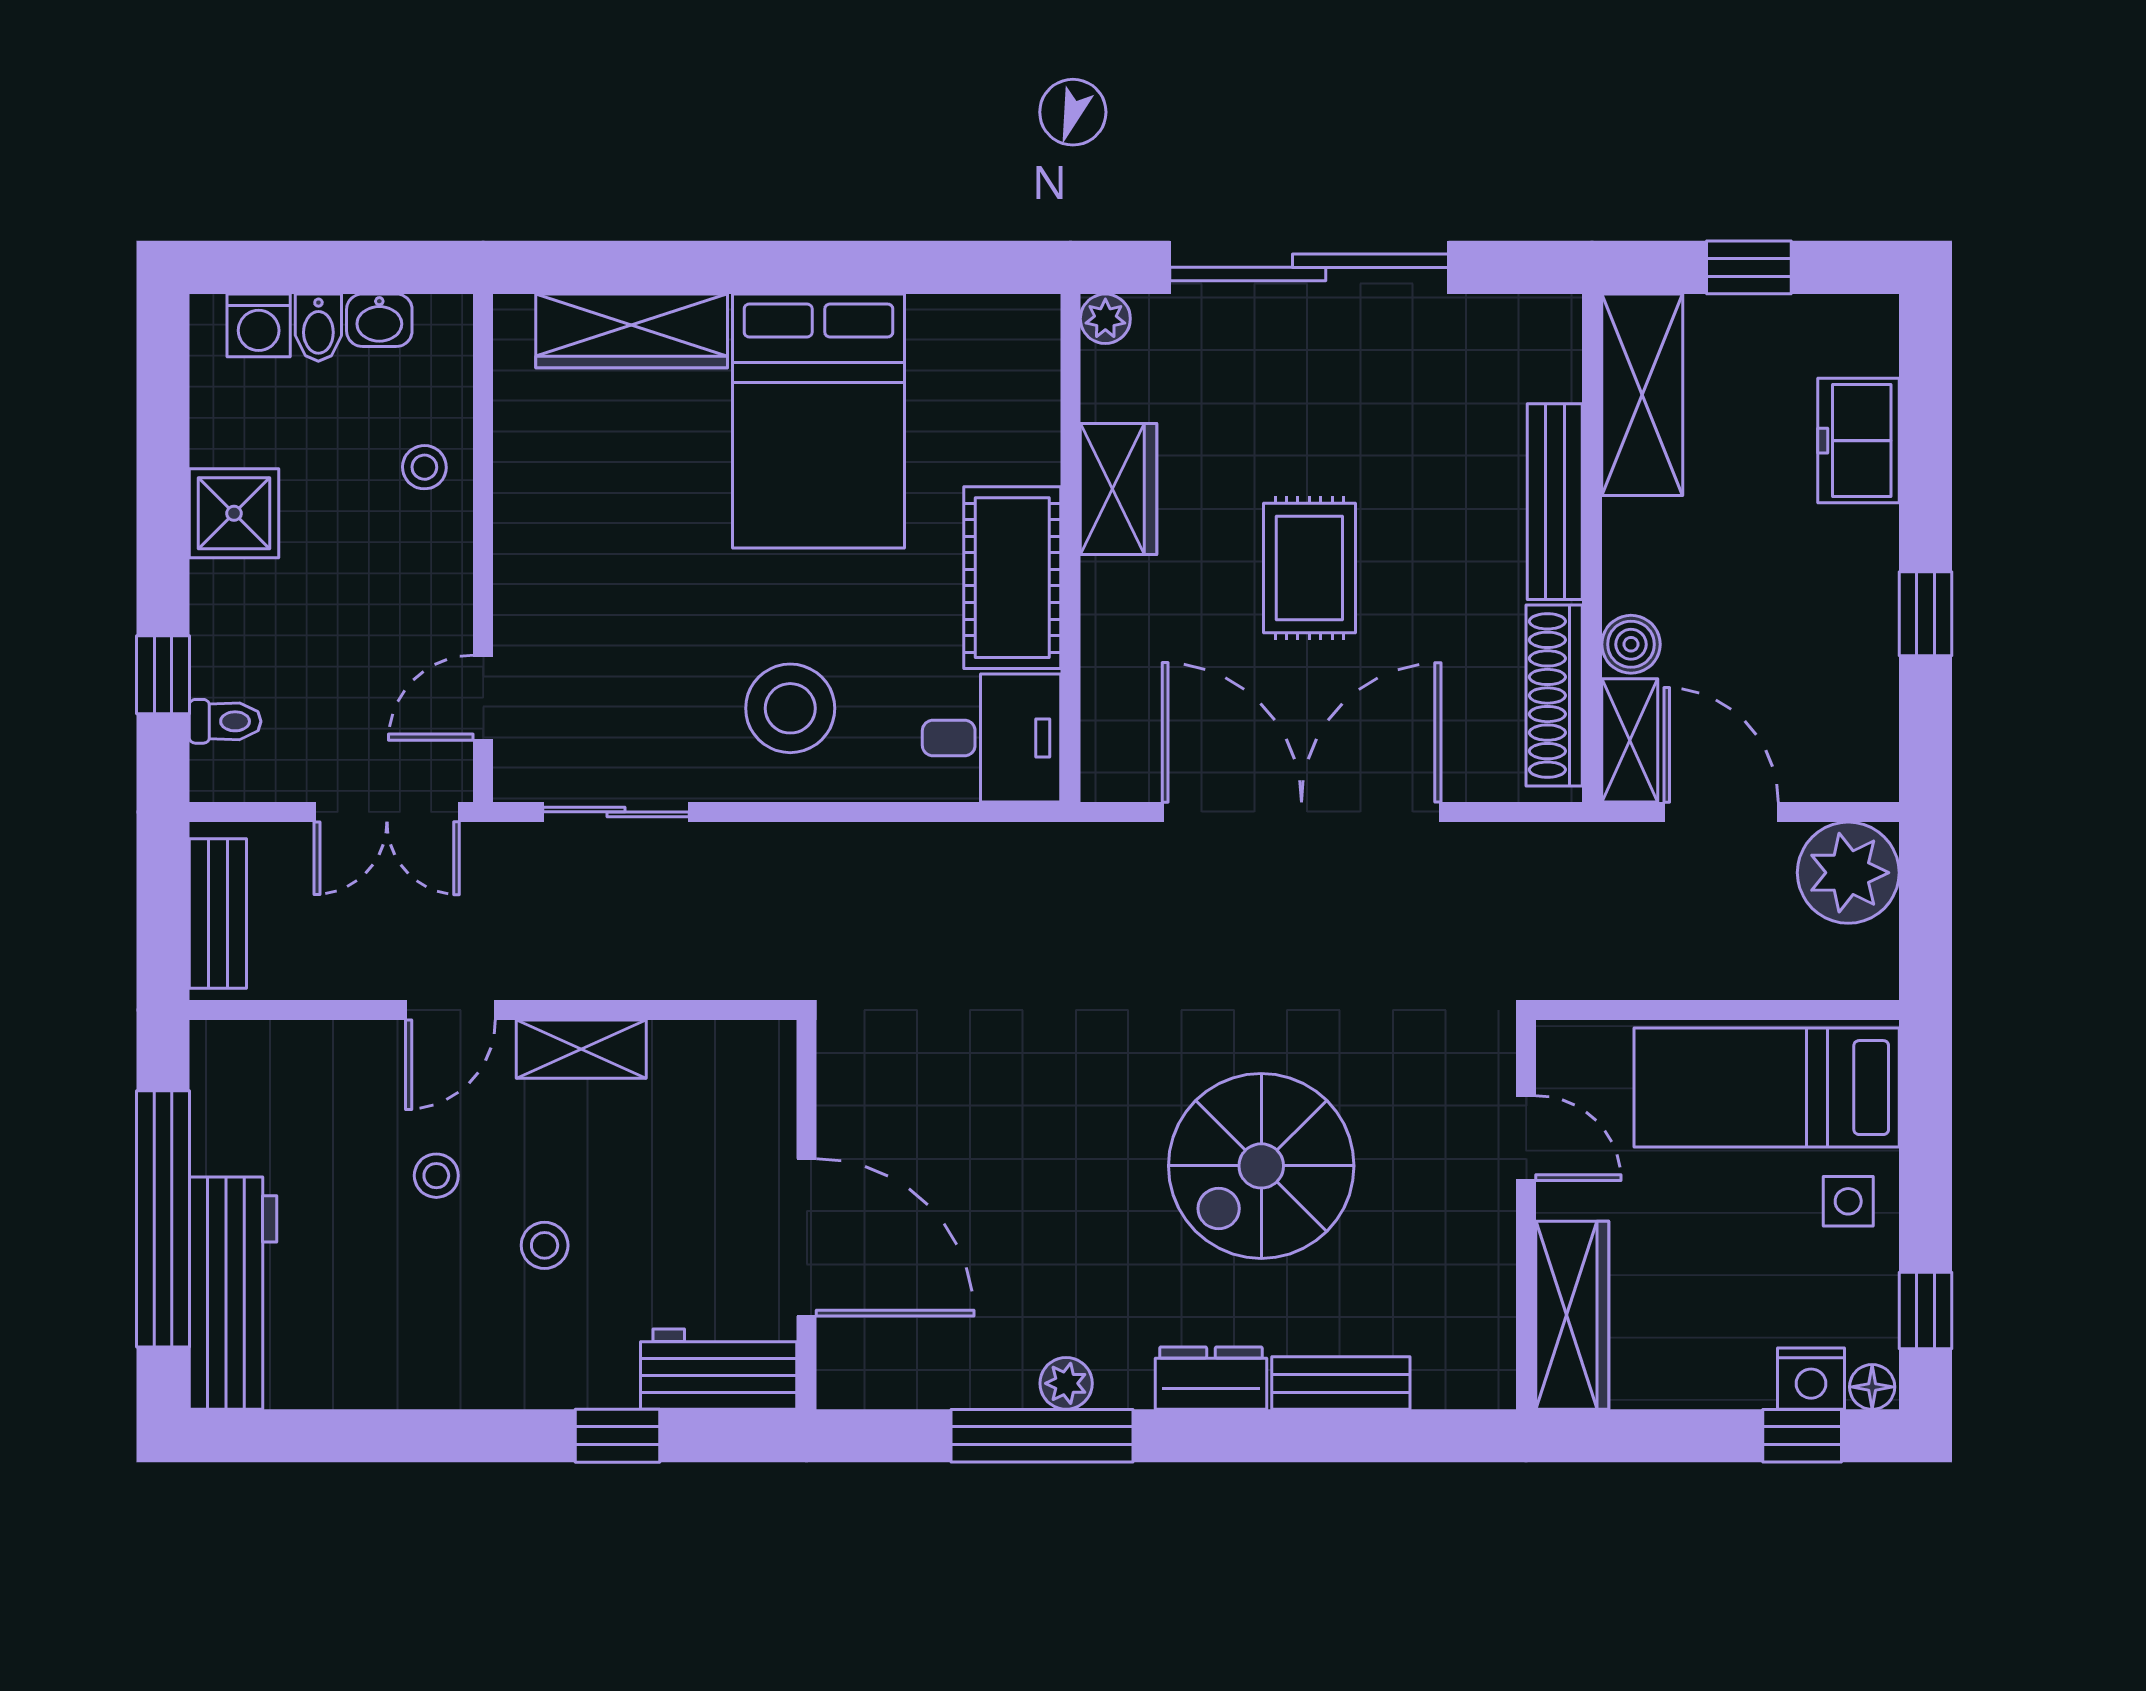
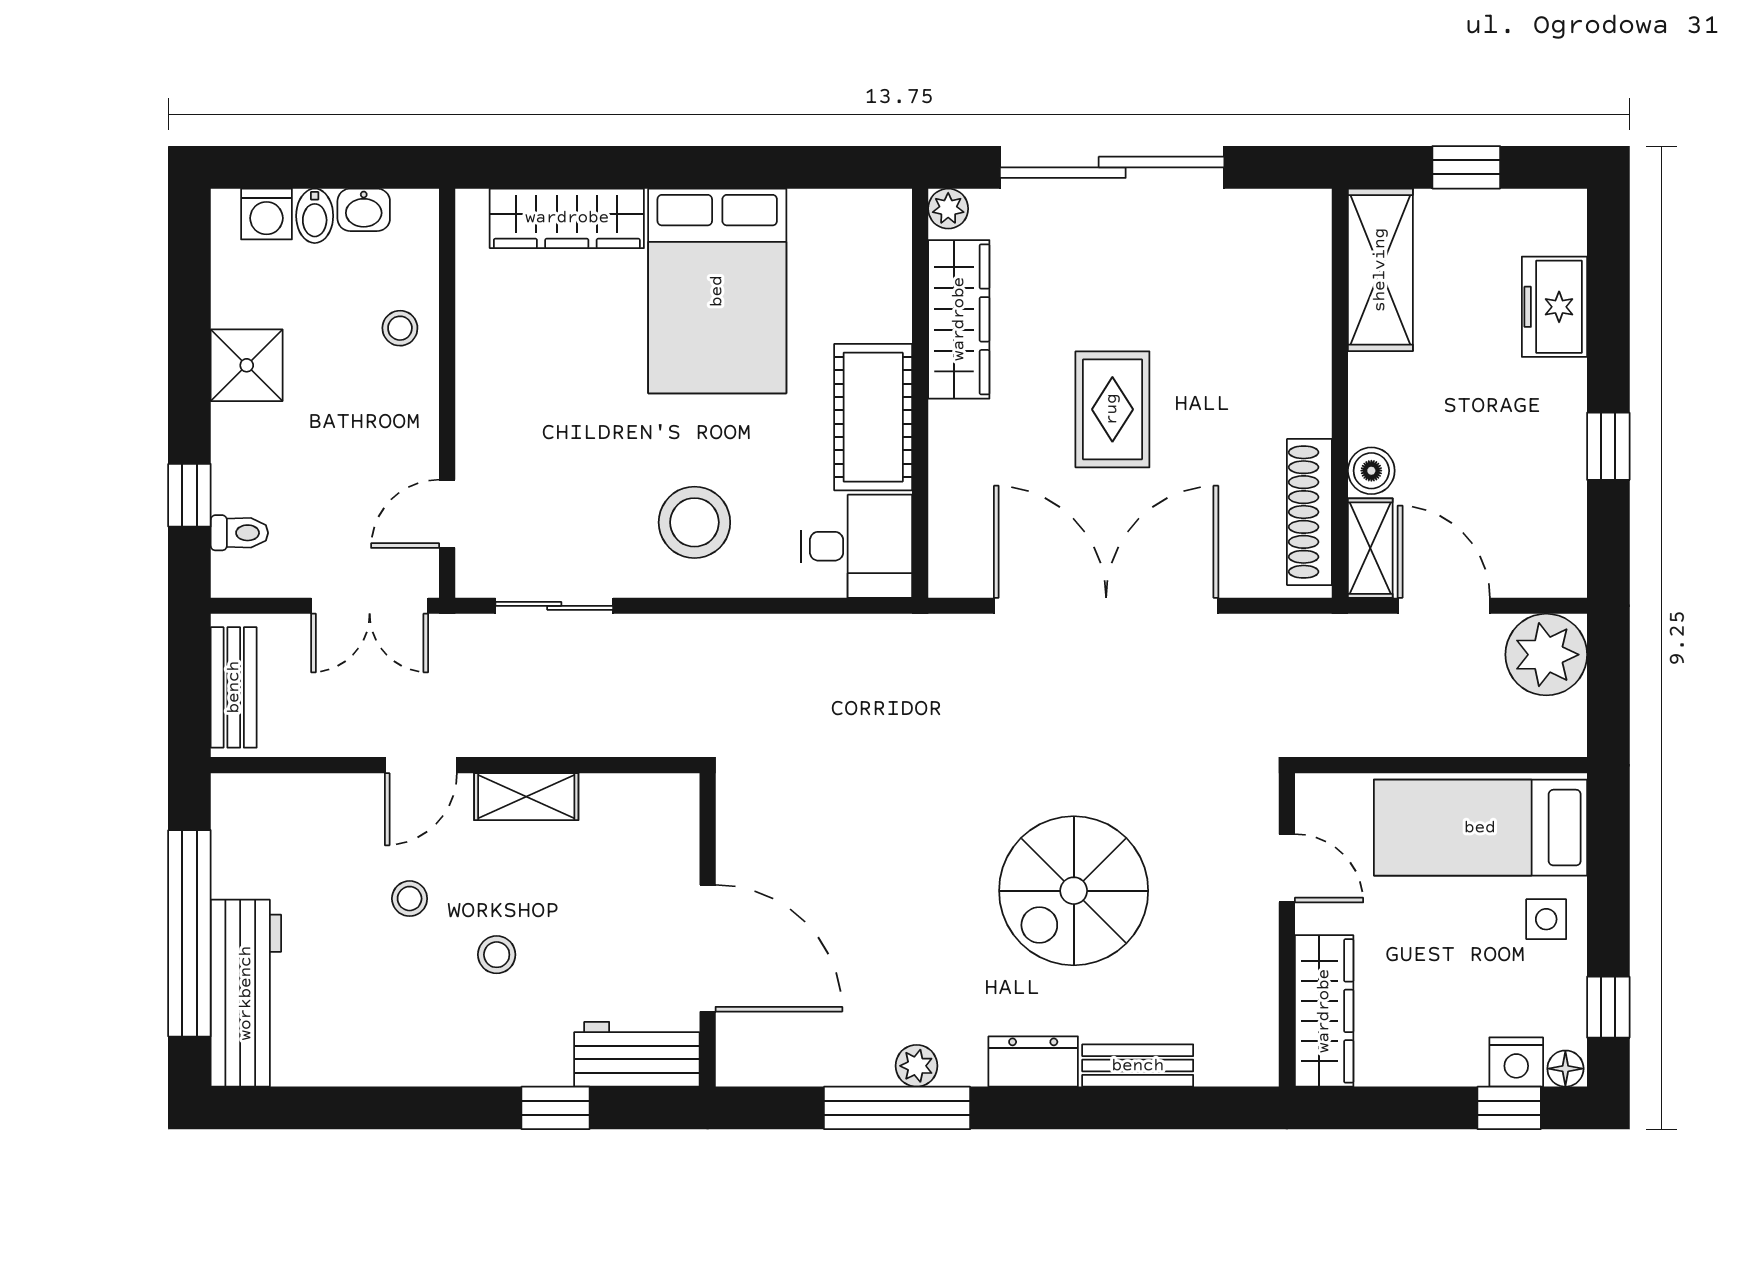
wardrobe: (1119, 489) -> (959, 319), width x1.50
bench: (1555, 502) -> (1310, 356), removed

